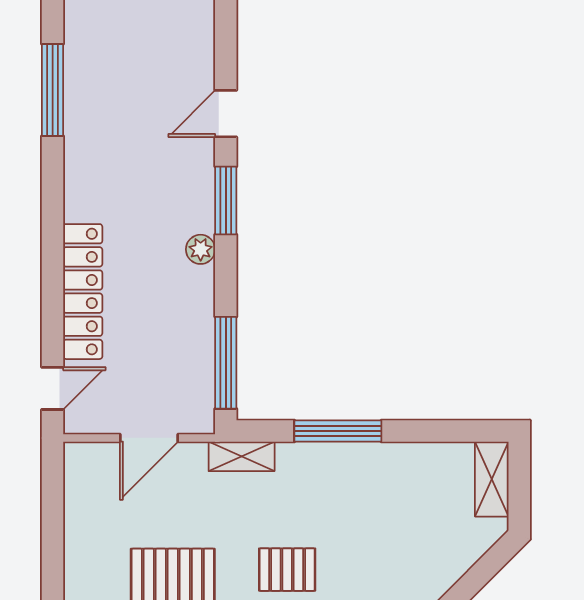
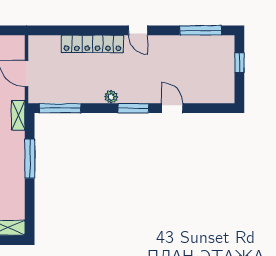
window: (53, 90) -> (200, 30), moved
door: (53, 388) -> (138, 30), moved

